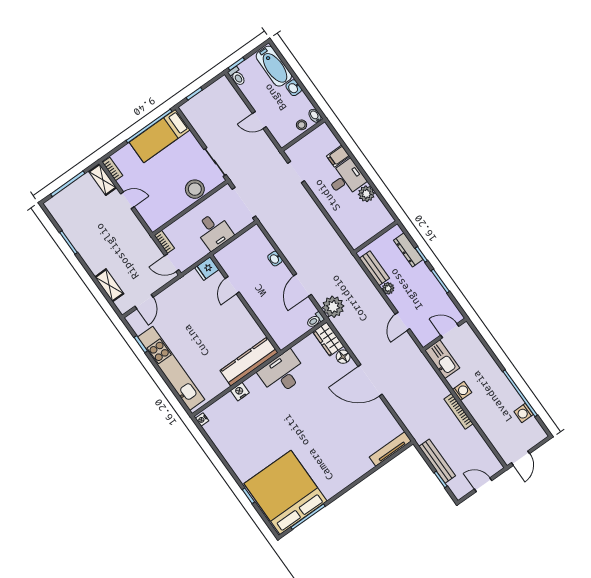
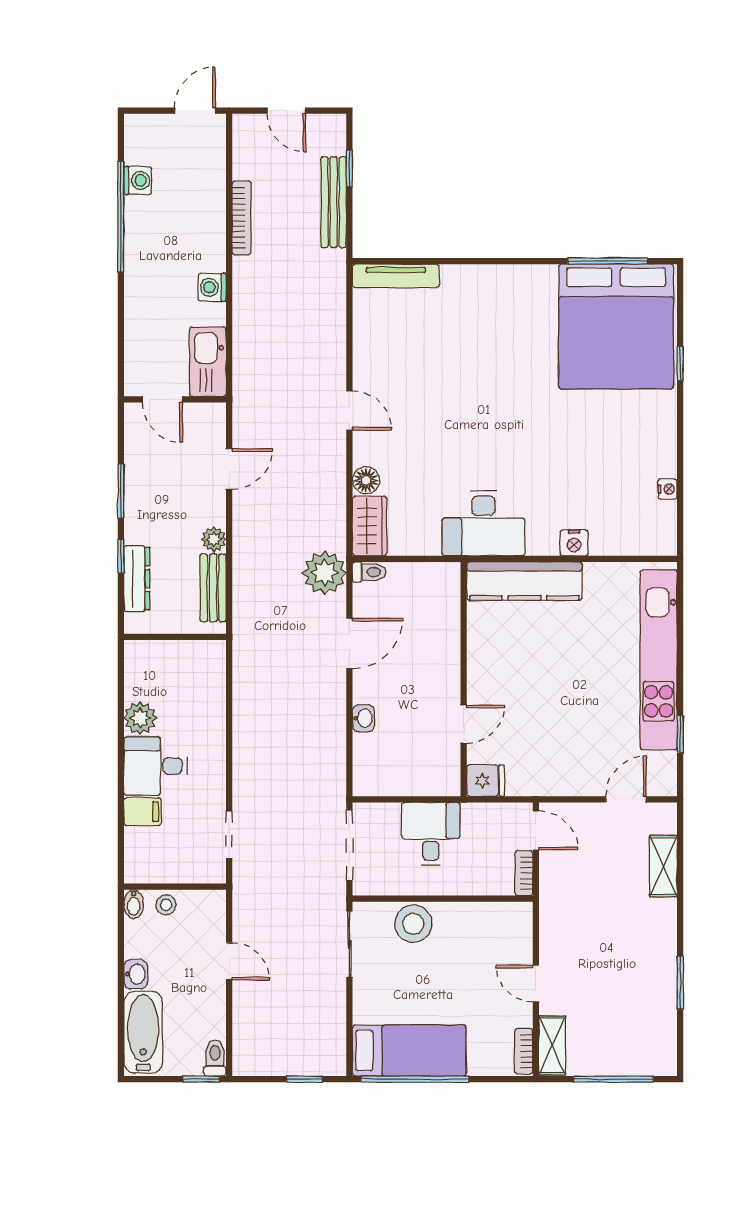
door: (370, 380) -> (349, 411), width x0.53
bookcase: (459, 411) -> (242, 218), moved
nightstand: (202, 419) -> (668, 489), moved

